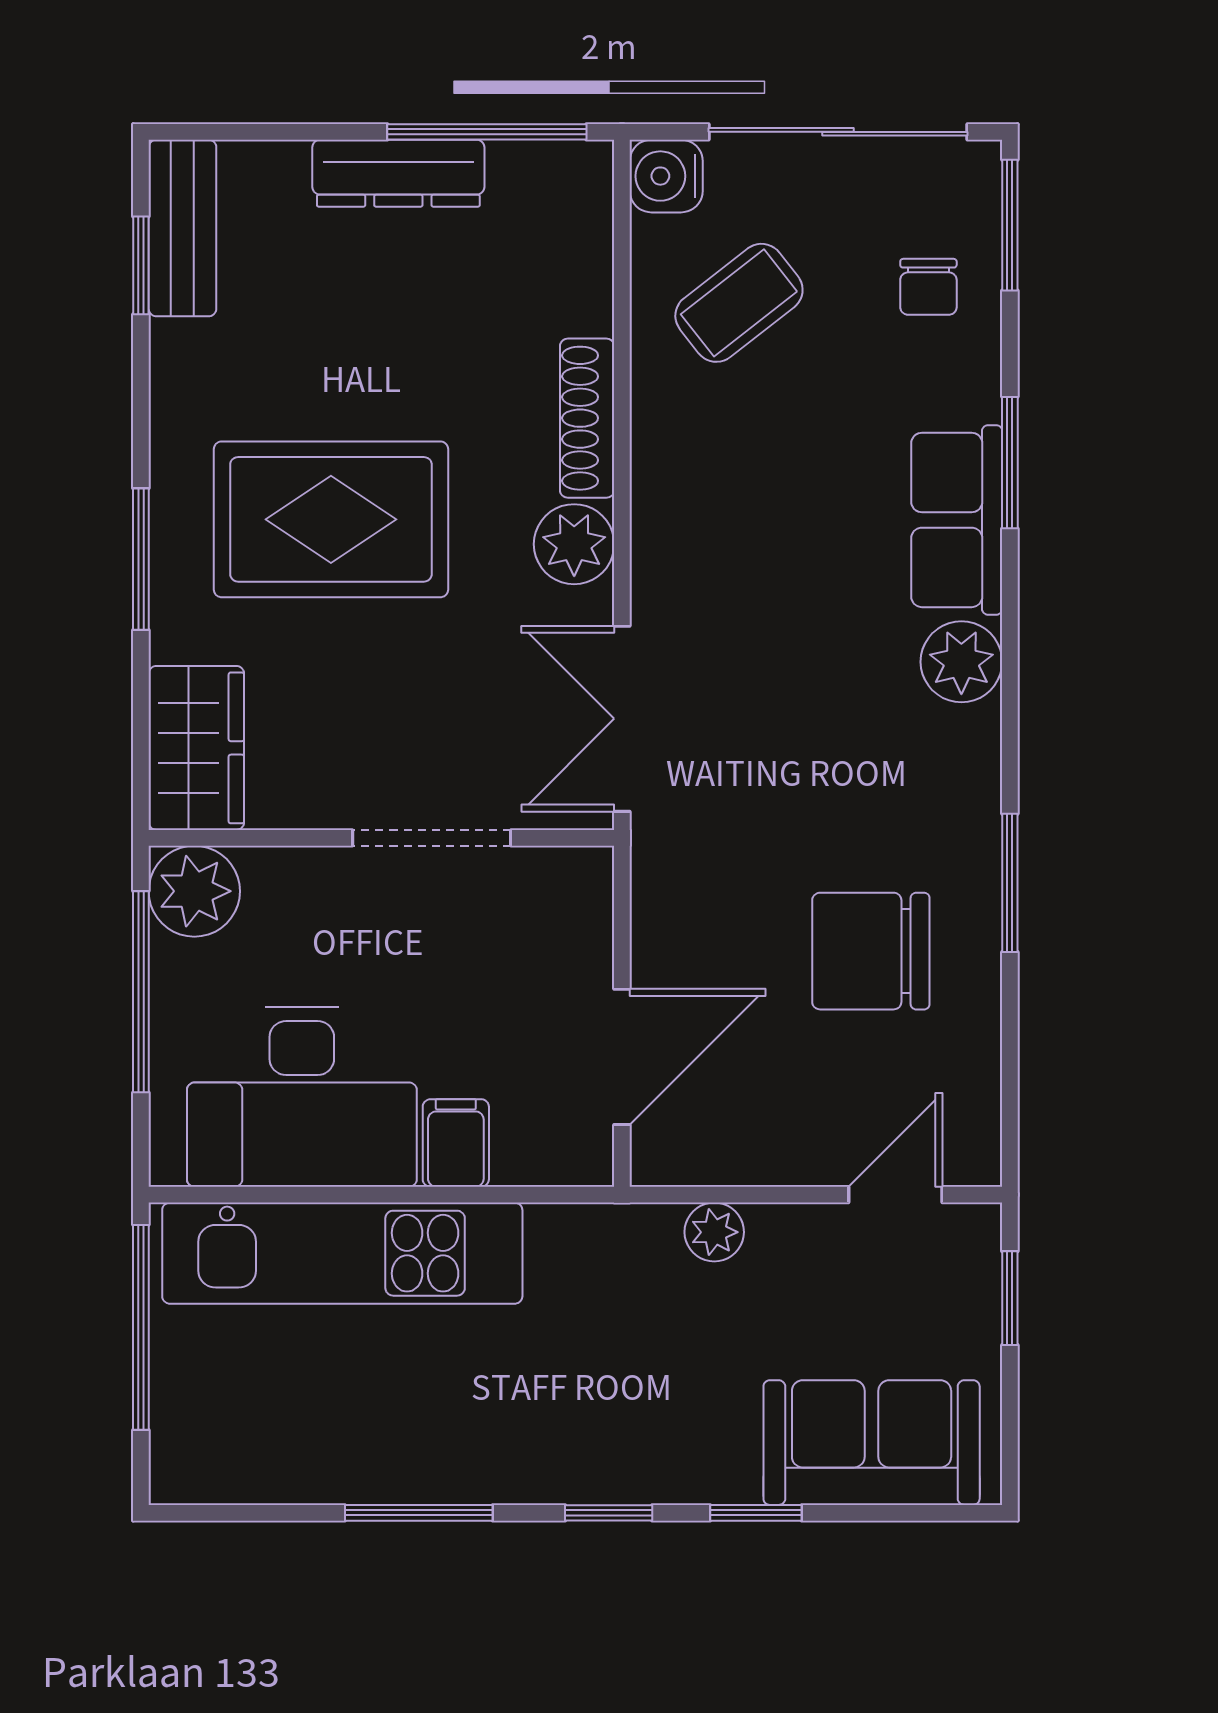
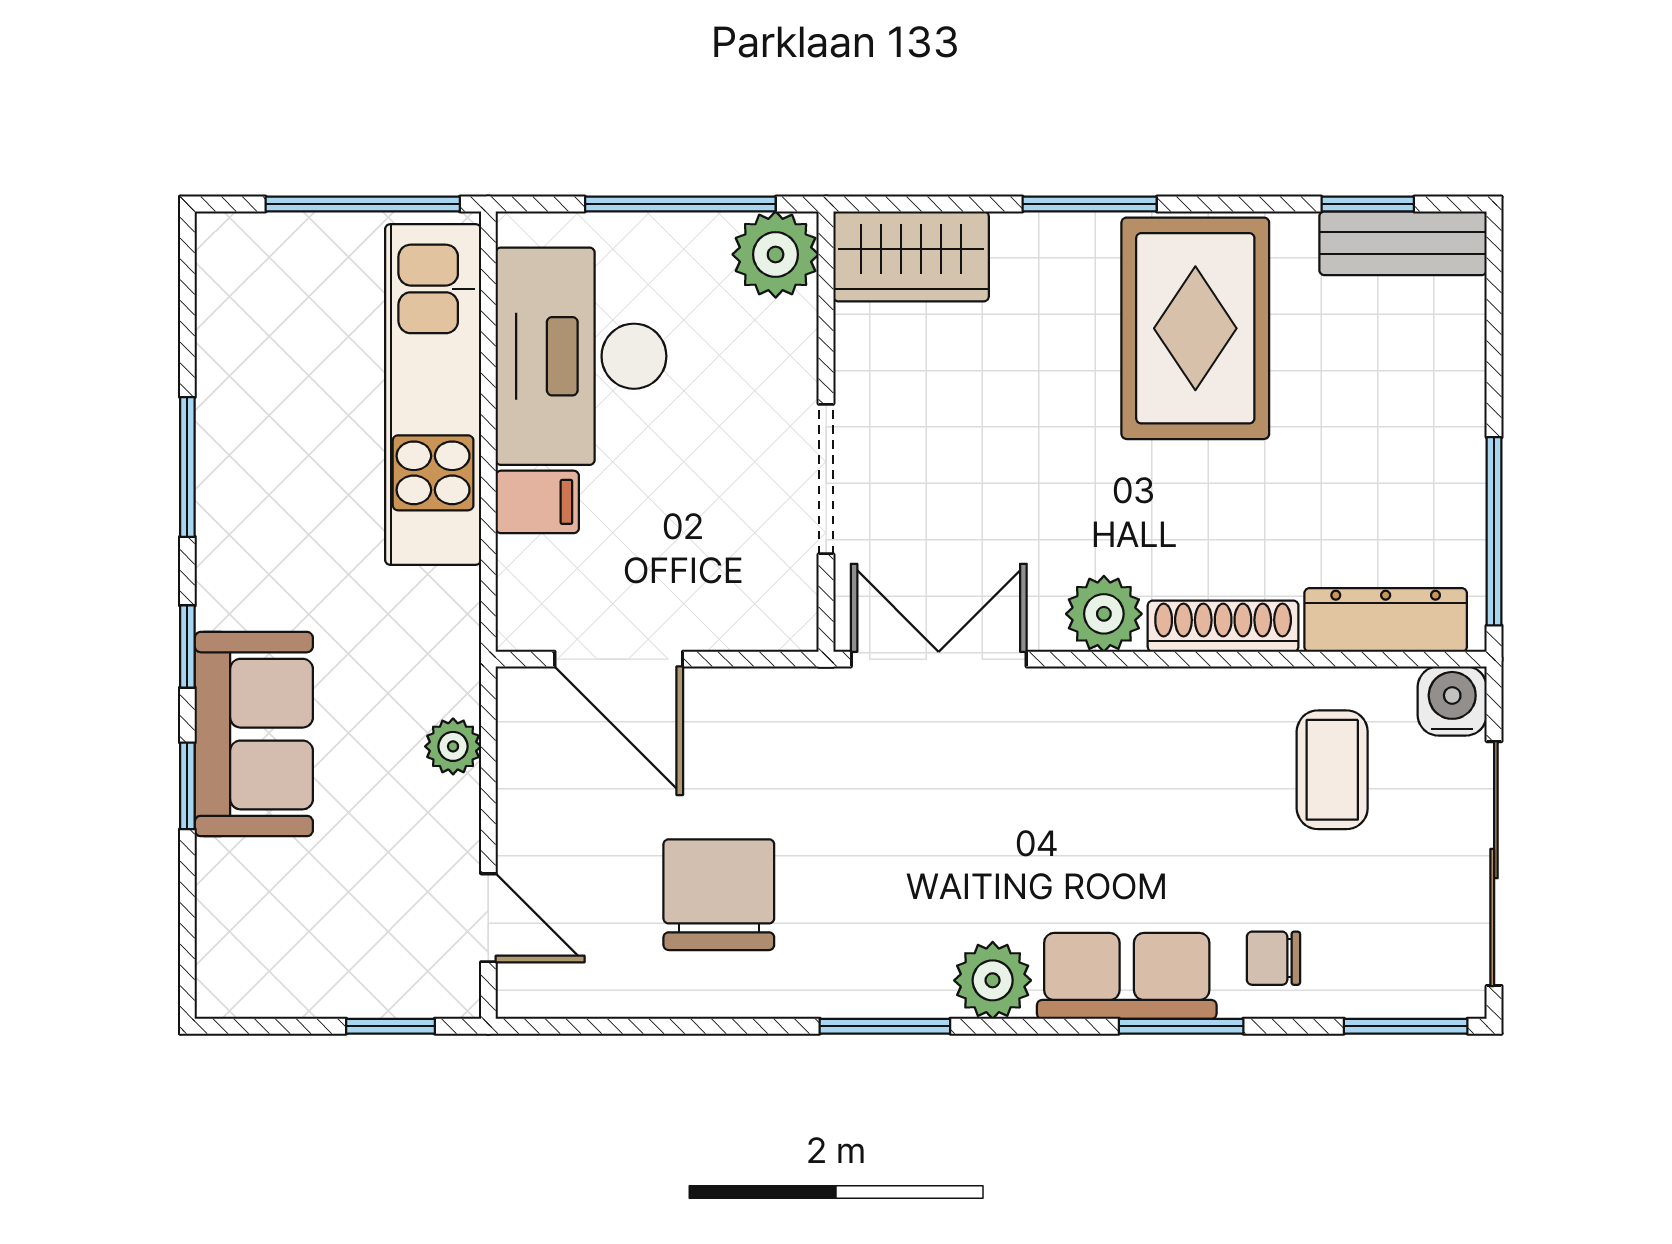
dresser: (398, 173) -> (1386, 620), moved, turned 90
chair: (928, 287) -> (1273, 958), moved
coffee table: (739, 303) -> (1332, 770), turned 38
rug: (331, 519) -> (1195, 328), moved
window: (1010, 883) -> (885, 1026), moved
sofa: (872, 1443) -> (254, 734), moved

